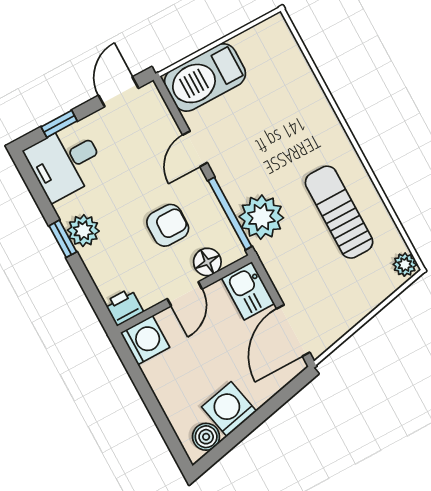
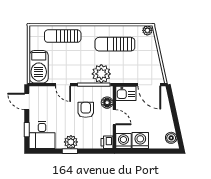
sun lounger: (297, 93) -> (63, 36), added
washing machine: (229, 409) -> (140, 140), moved, turned 102

